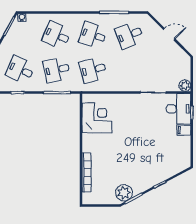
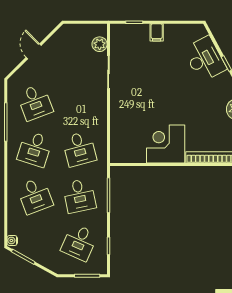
desk: (57, 35) -> (35, 196), turned -45
plant: (185, 86) -> (100, 44), moved
desk: (179, 109) -> (205, 59), moved, turned 62
corner desk: (97, 118) -> (166, 144), moved

